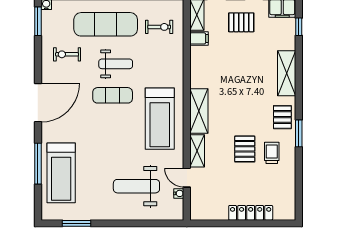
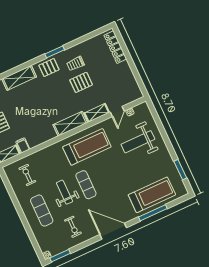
exercise mat: (106, 24) -> (42, 211), width x0.73, depth x0.69
weight bench: (136, 186) -> (138, 142), turned 90
locker: (251, 213) -> (115, 47), moved

